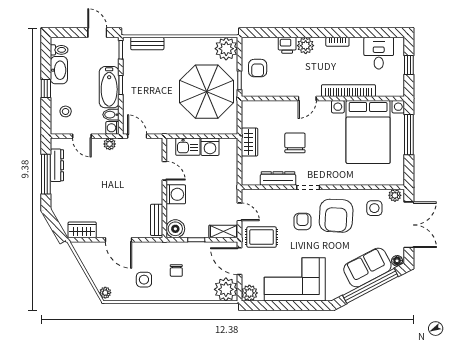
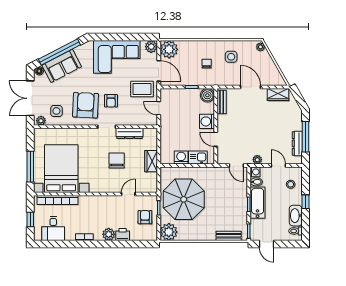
bookcase: (348, 91) -> (58, 200), moved
door: (307, 99) -> (128, 194), moved
chair: (295, 143) -> (117, 160), turned 180
shelving: (223, 232) -> (171, 93), removed

